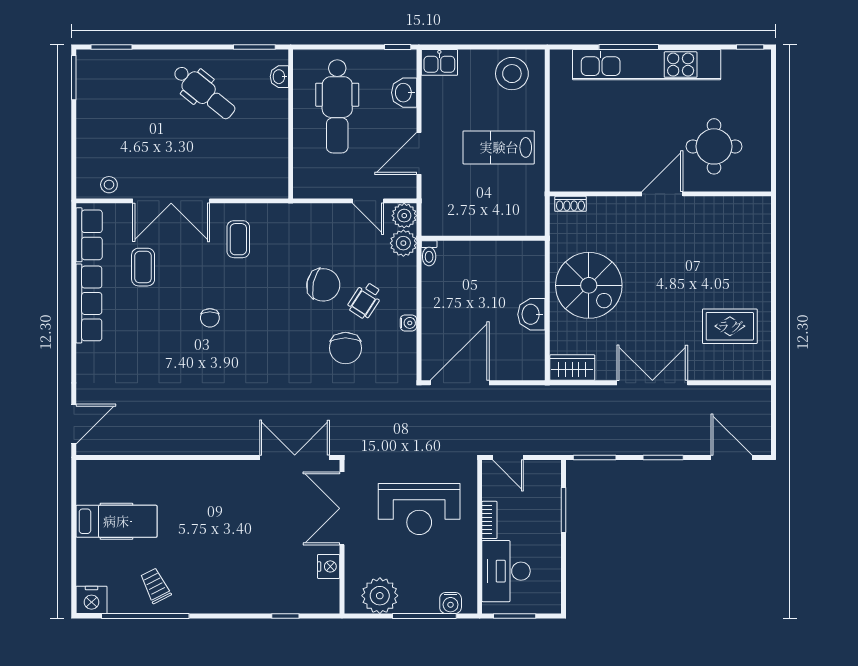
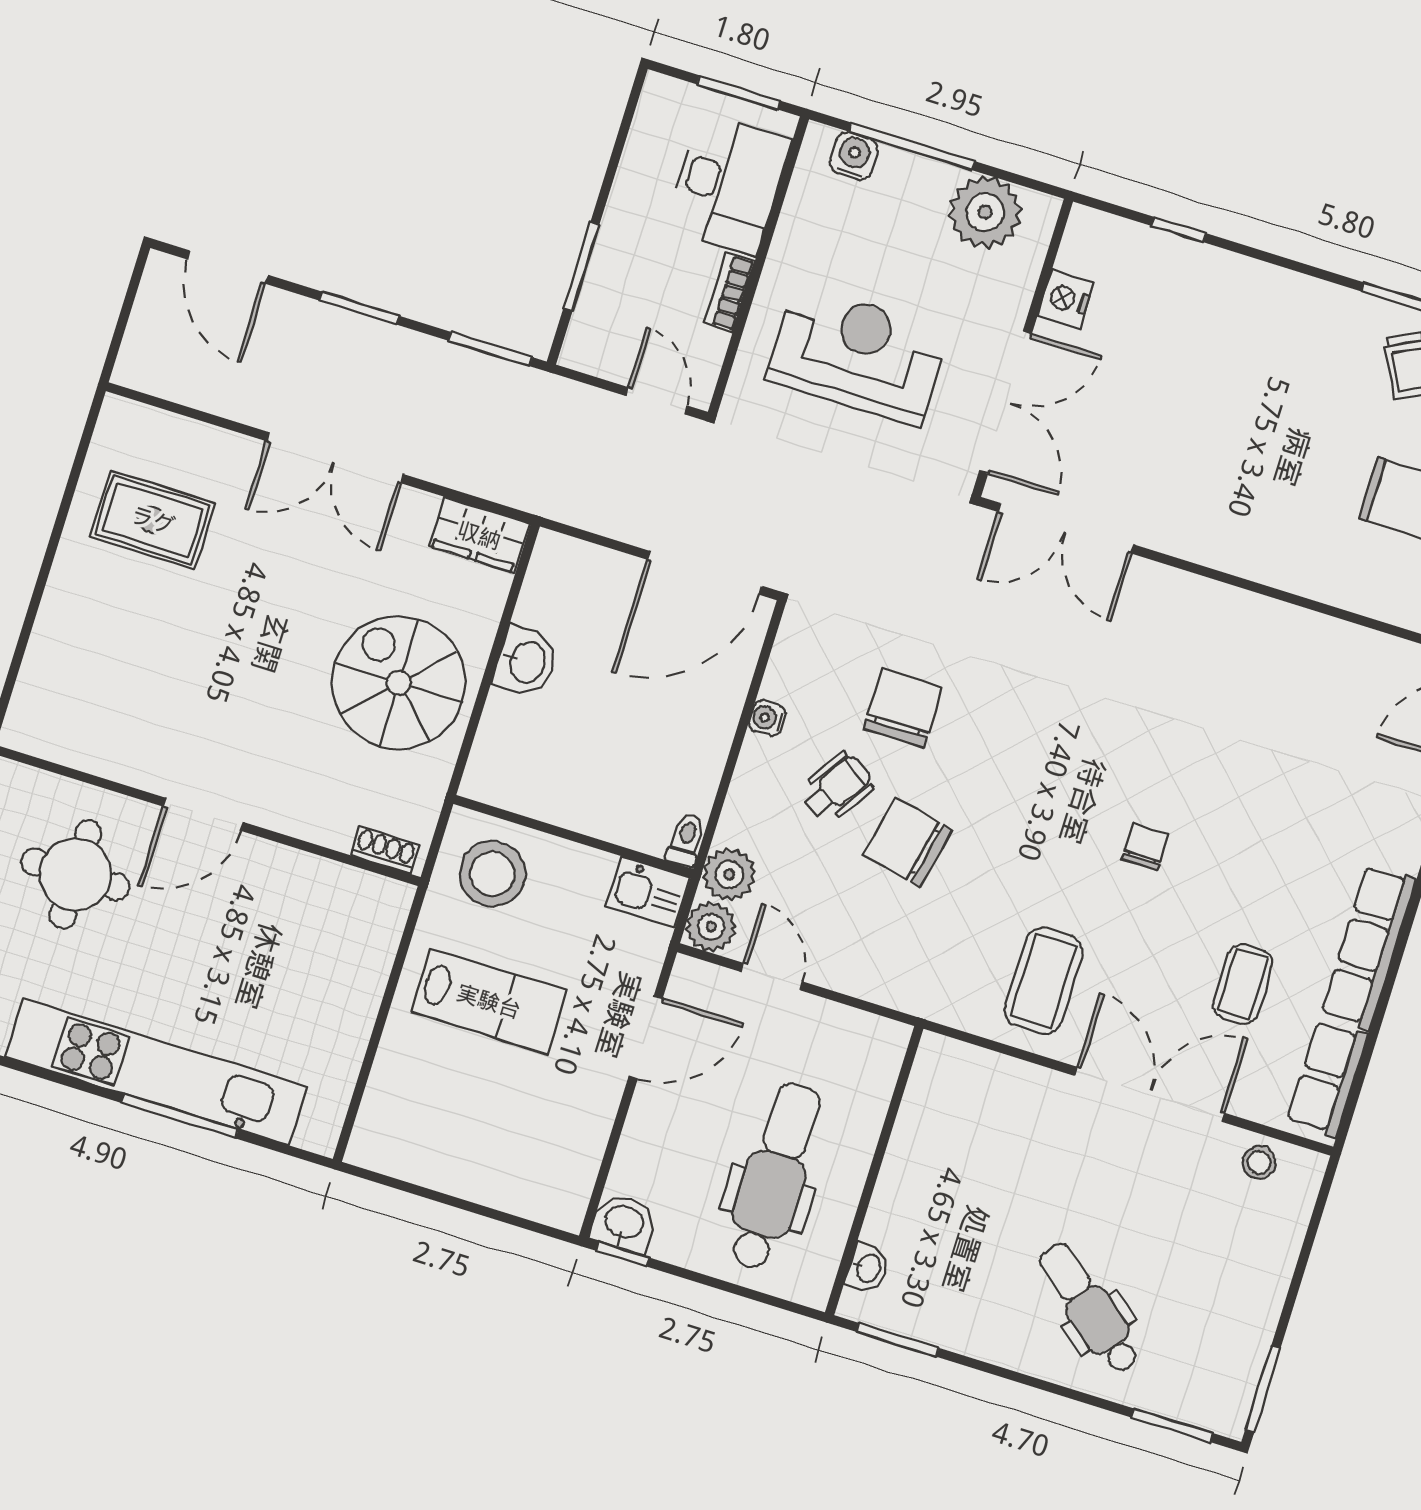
kitchen sink: (439, 62) -> (648, 892), moved, turned 180
stool: (512, 74) -> (492, 874), moved
dental chair: (204, 92) -> (1089, 1308), moved
washbasin: (404, 93) -> (624, 1223), moved, turned -90
coffee table: (238, 239) -> (1044, 981), width x1.36, depth x1.30

